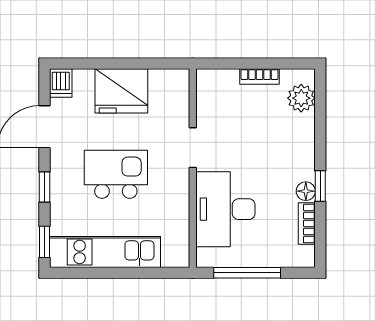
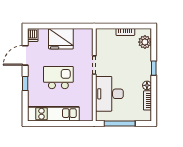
window: (320, 186) -> (154, 68), moved
window: (45, 242) -> (25, 109), removed

